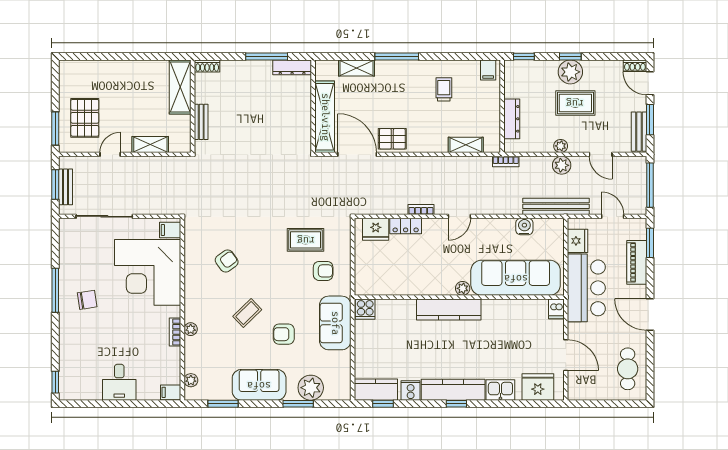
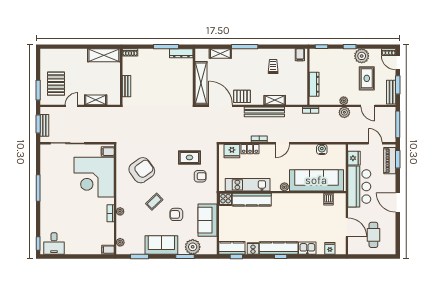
plant: (570, 72) -> (362, 56), moved
shelving: (180, 87) -> (104, 55), moved, turned 90
rug: (575, 103) -> (367, 78), moved, turned 90
shelving: (466, 145) -> (275, 100), moved
bench: (556, 206) -> (264, 112), moved
armchair: (227, 261) -> (142, 170), width x1.88, depth x1.88
piano: (637, 262) -> (390, 161), moved
kitchen unit: (402, 285) -> (248, 185), added
chair: (87, 300) -> (57, 194), removed
dishwasher: (556, 309) -> (329, 199), moved
kitchen counter: (449, 310) -> (252, 200), moved
sofa: (335, 323) -> (207, 220), moved
cafe table: (628, 369) -> (373, 235), moved
desk: (119, 382) -> (54, 244), moved
fridge: (538, 387) -> (330, 248), width x0.53, depth x0.75

